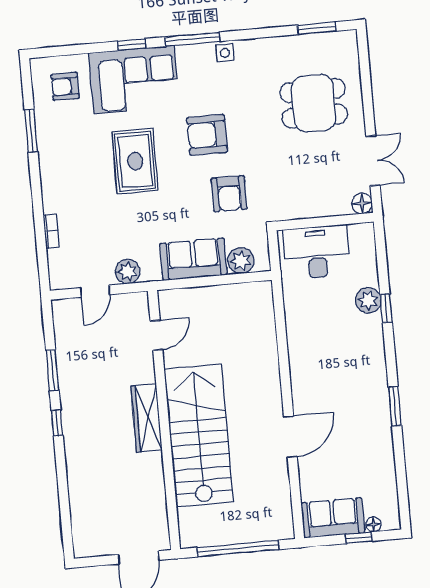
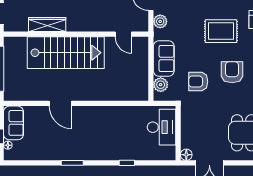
plant: (368, 300) -> (132, 153), removed
wardrobe: (146, 418) -> (47, 25), moved

